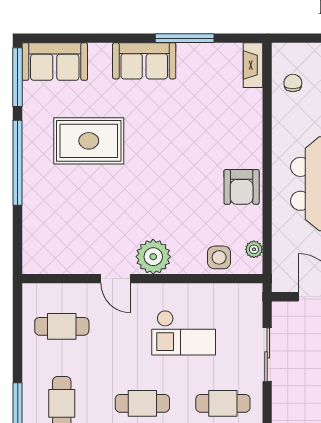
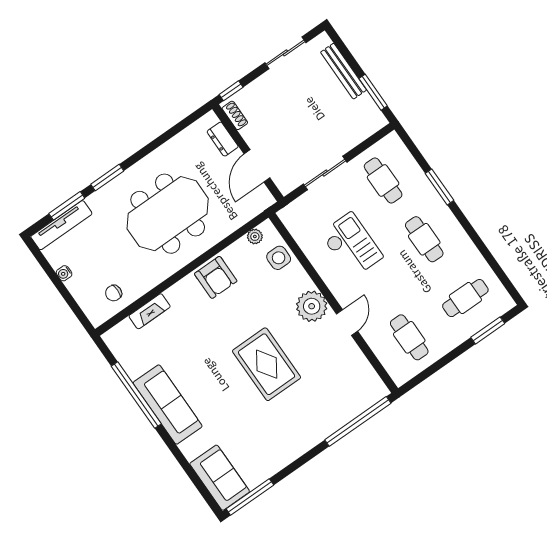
window: (185, 38) -> (136, 395), width x1.46
sofa: (144, 61) -> (168, 405), width x1.36
fireplace: (253, 65) -> (150, 311), moved
rug: (89, 141) -> (267, 364), moved
window: (18, 163) -> (358, 421), moved
armchair: (242, 187) -> (216, 277), turned 90

